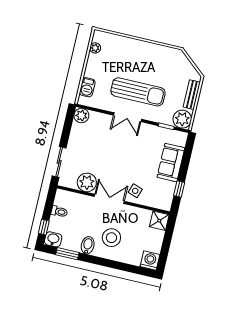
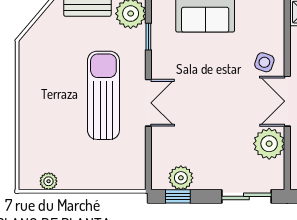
barbecue: (87, 87) -> (115, 179), removed
plant: (81, 116) -> (181, 178), moved
window: (69, 122) -> (178, 196), added

